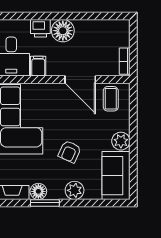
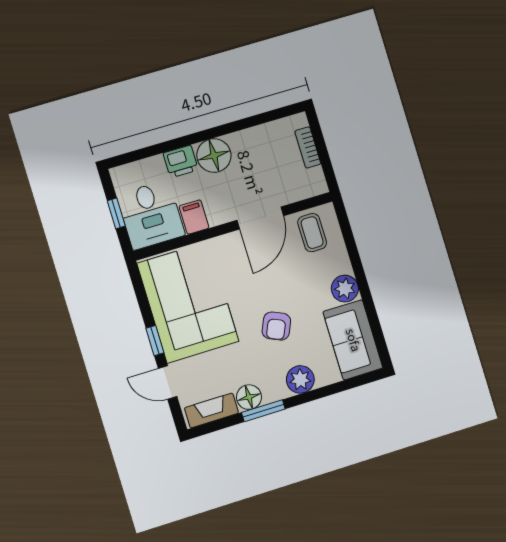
bookcase: (125, 61) -> (308, 147), moved
door: (80, 79) -> (260, 218), hinge flipped

